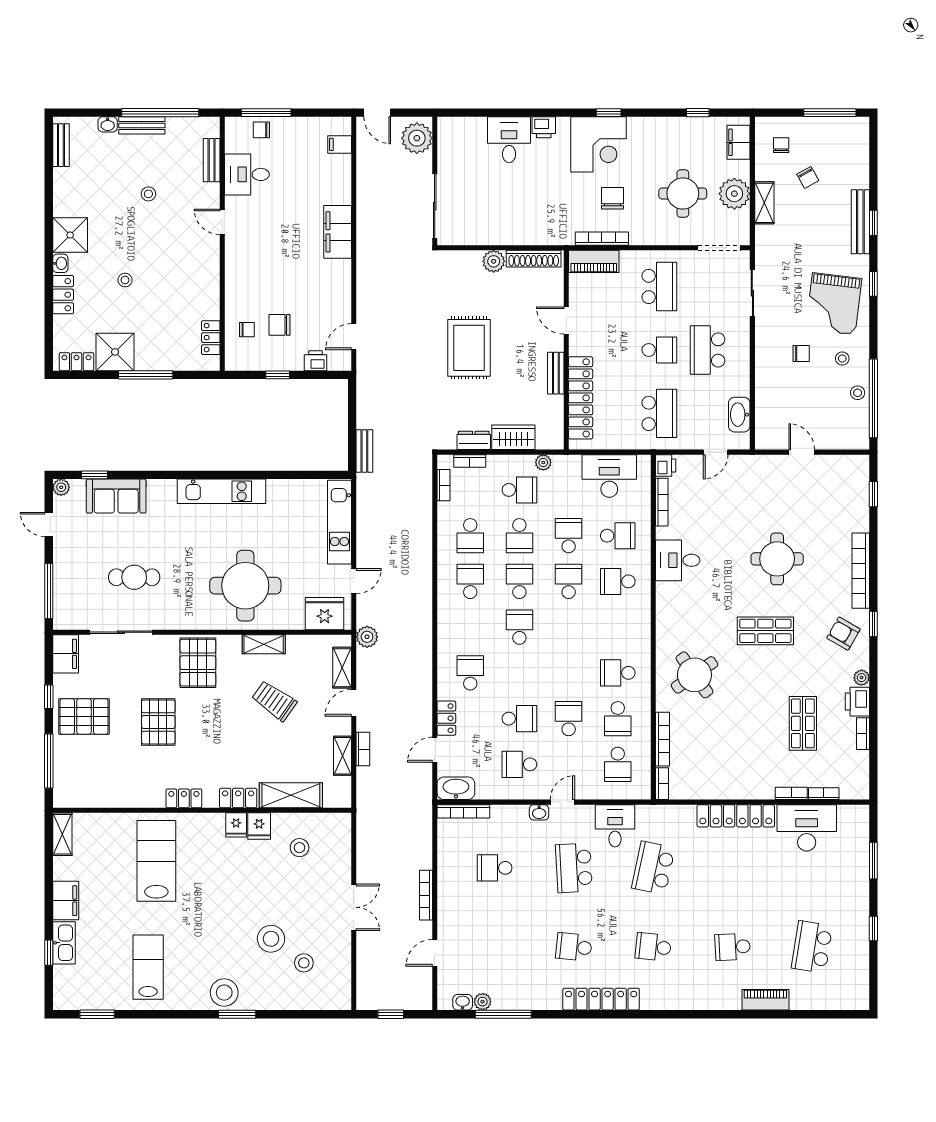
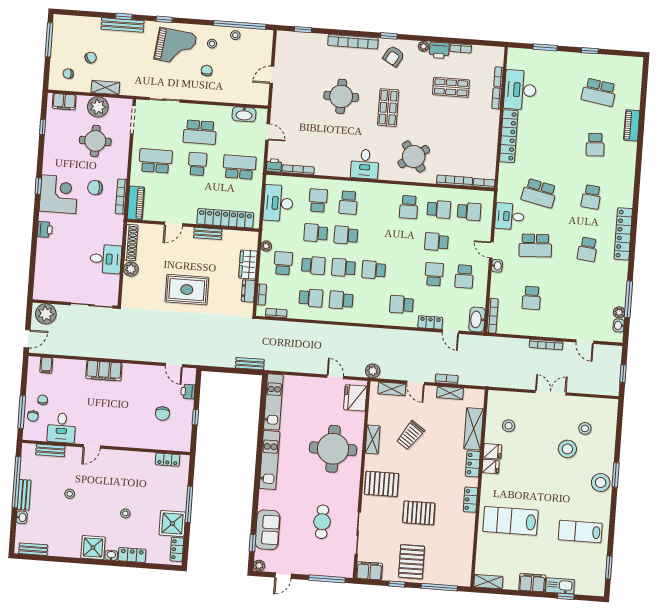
desk: (509, 140) -> (106, 259), moved, turned 180
chair: (247, 330) -> (43, 400), moved
kitchen unit: (340, 522) -> (273, 402), moved, turned -90
desk: (678, 560) -> (365, 164), moved

